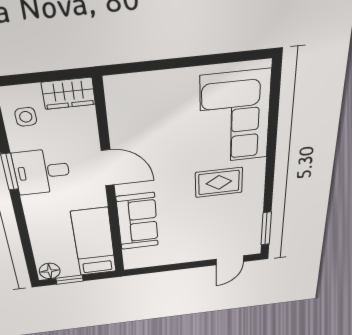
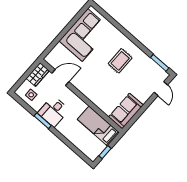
corner sofa: (235, 118) -> (85, 35), moved, turned -90
door: (108, 168) -> (60, 77), moved
sofa: (138, 221) -> (126, 111), moved, turned -90
floor lamp: (50, 271) -> (93, 154), removed

